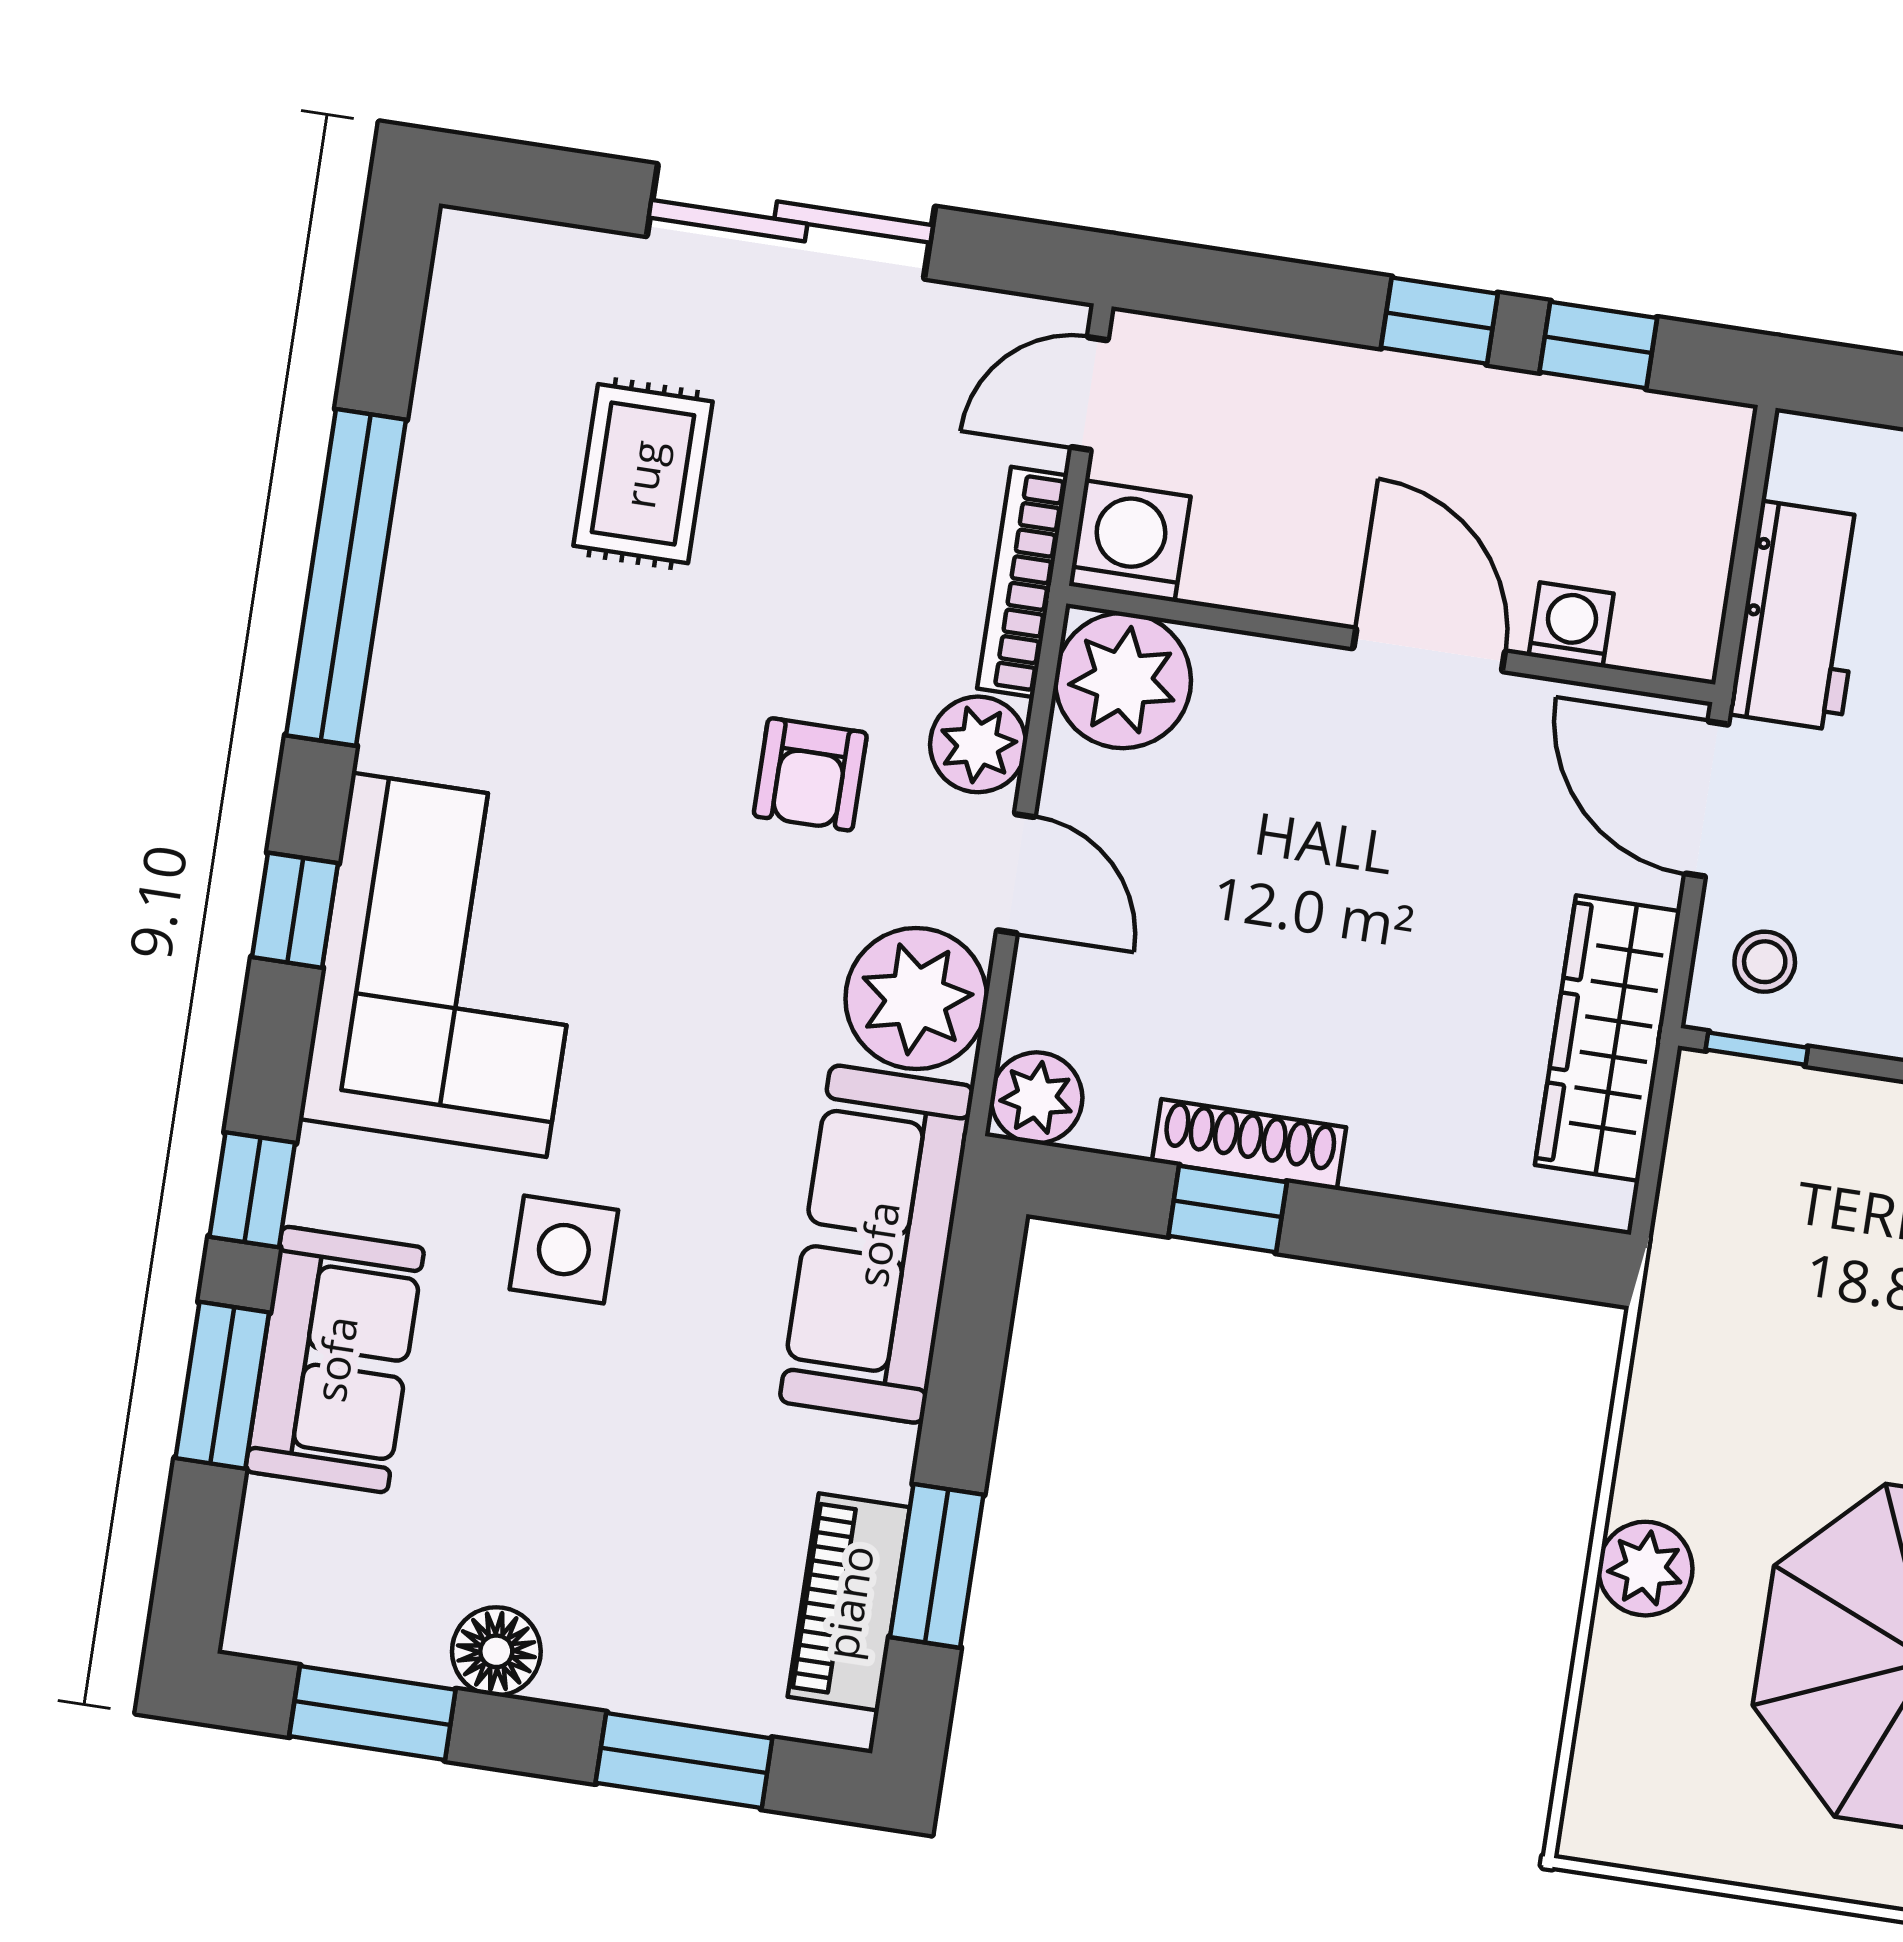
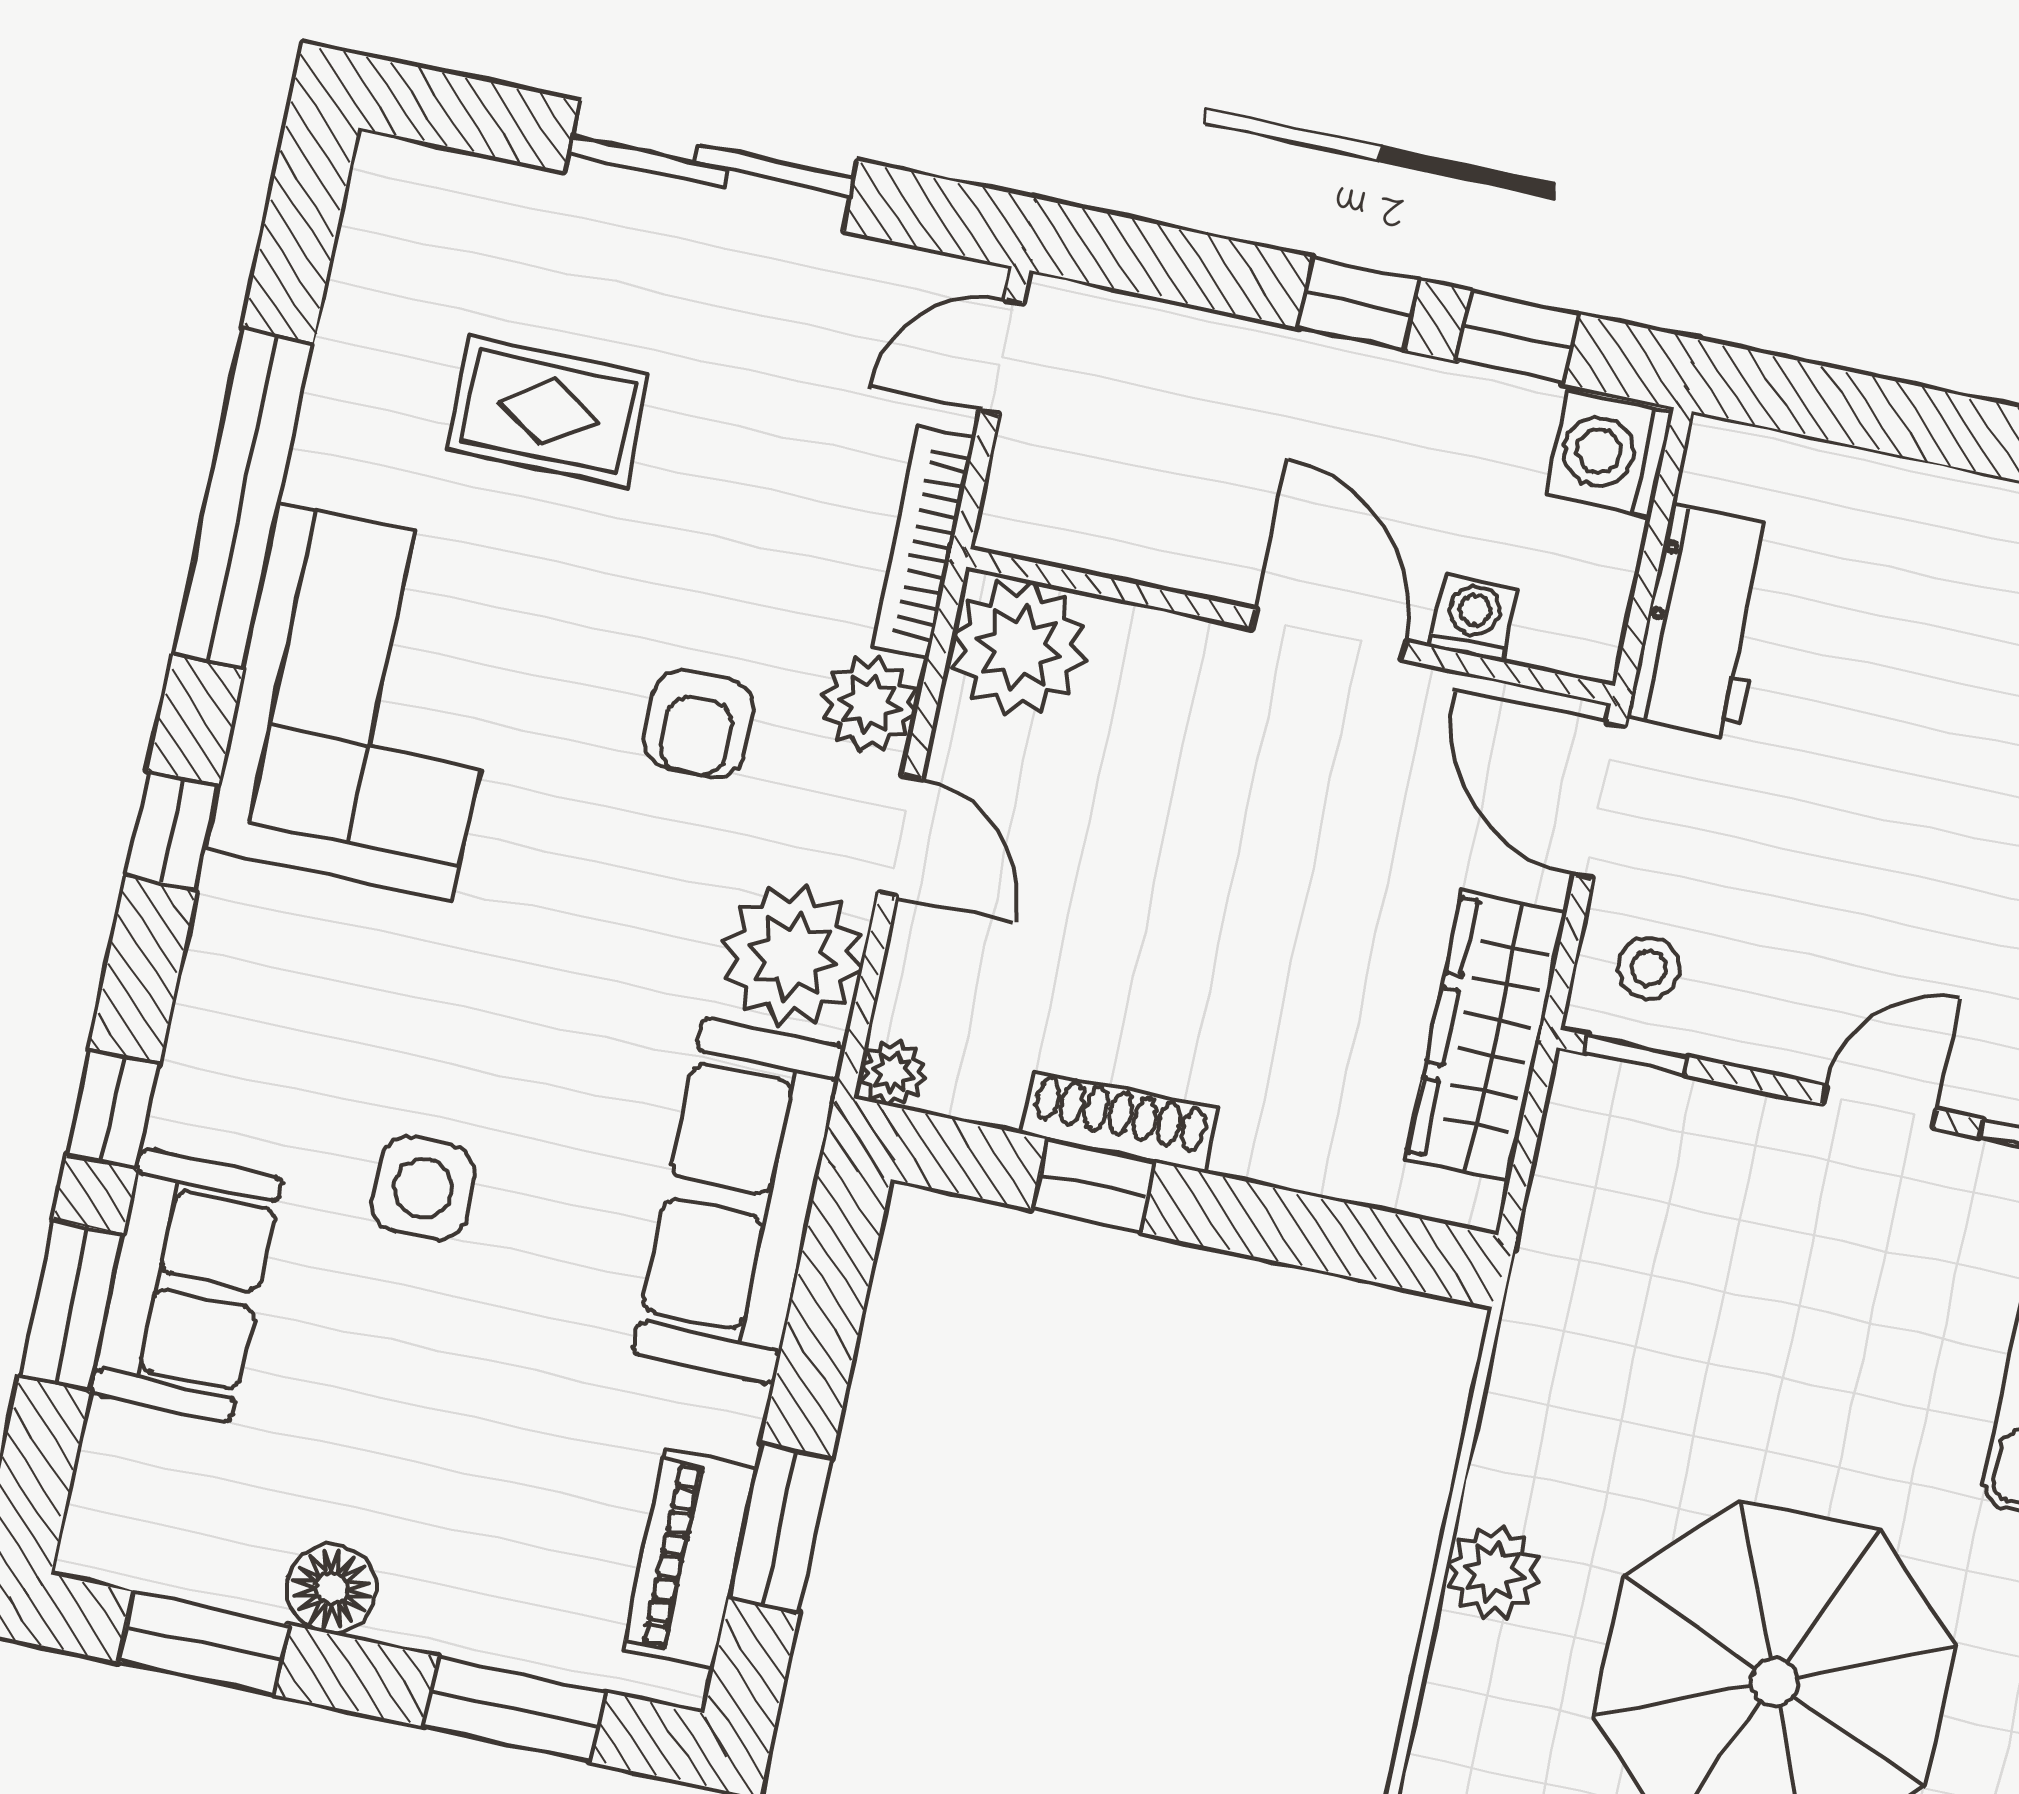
rug: (643, 474) -> (548, 411), turned 90
washing machine: (1130, 541) -> (1609, 454), moved, turned -90
corner sofa: (449, 965) -> (365, 702), moved
plant: (1037, 1098) -> (893, 1072), width x0.73, depth x0.73

